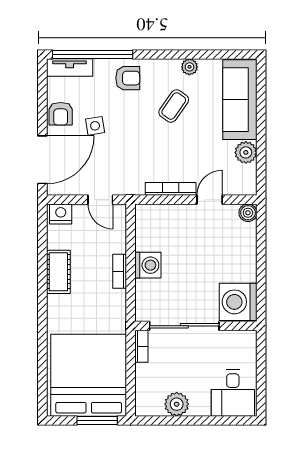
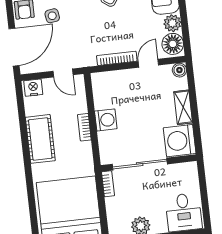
floor lamp: (243, 179) -> (173, 44), added
shelving: (247, 260) -> (183, 107), added
cot: (58, 272) -> (40, 139), width x1.37, depth x1.34

